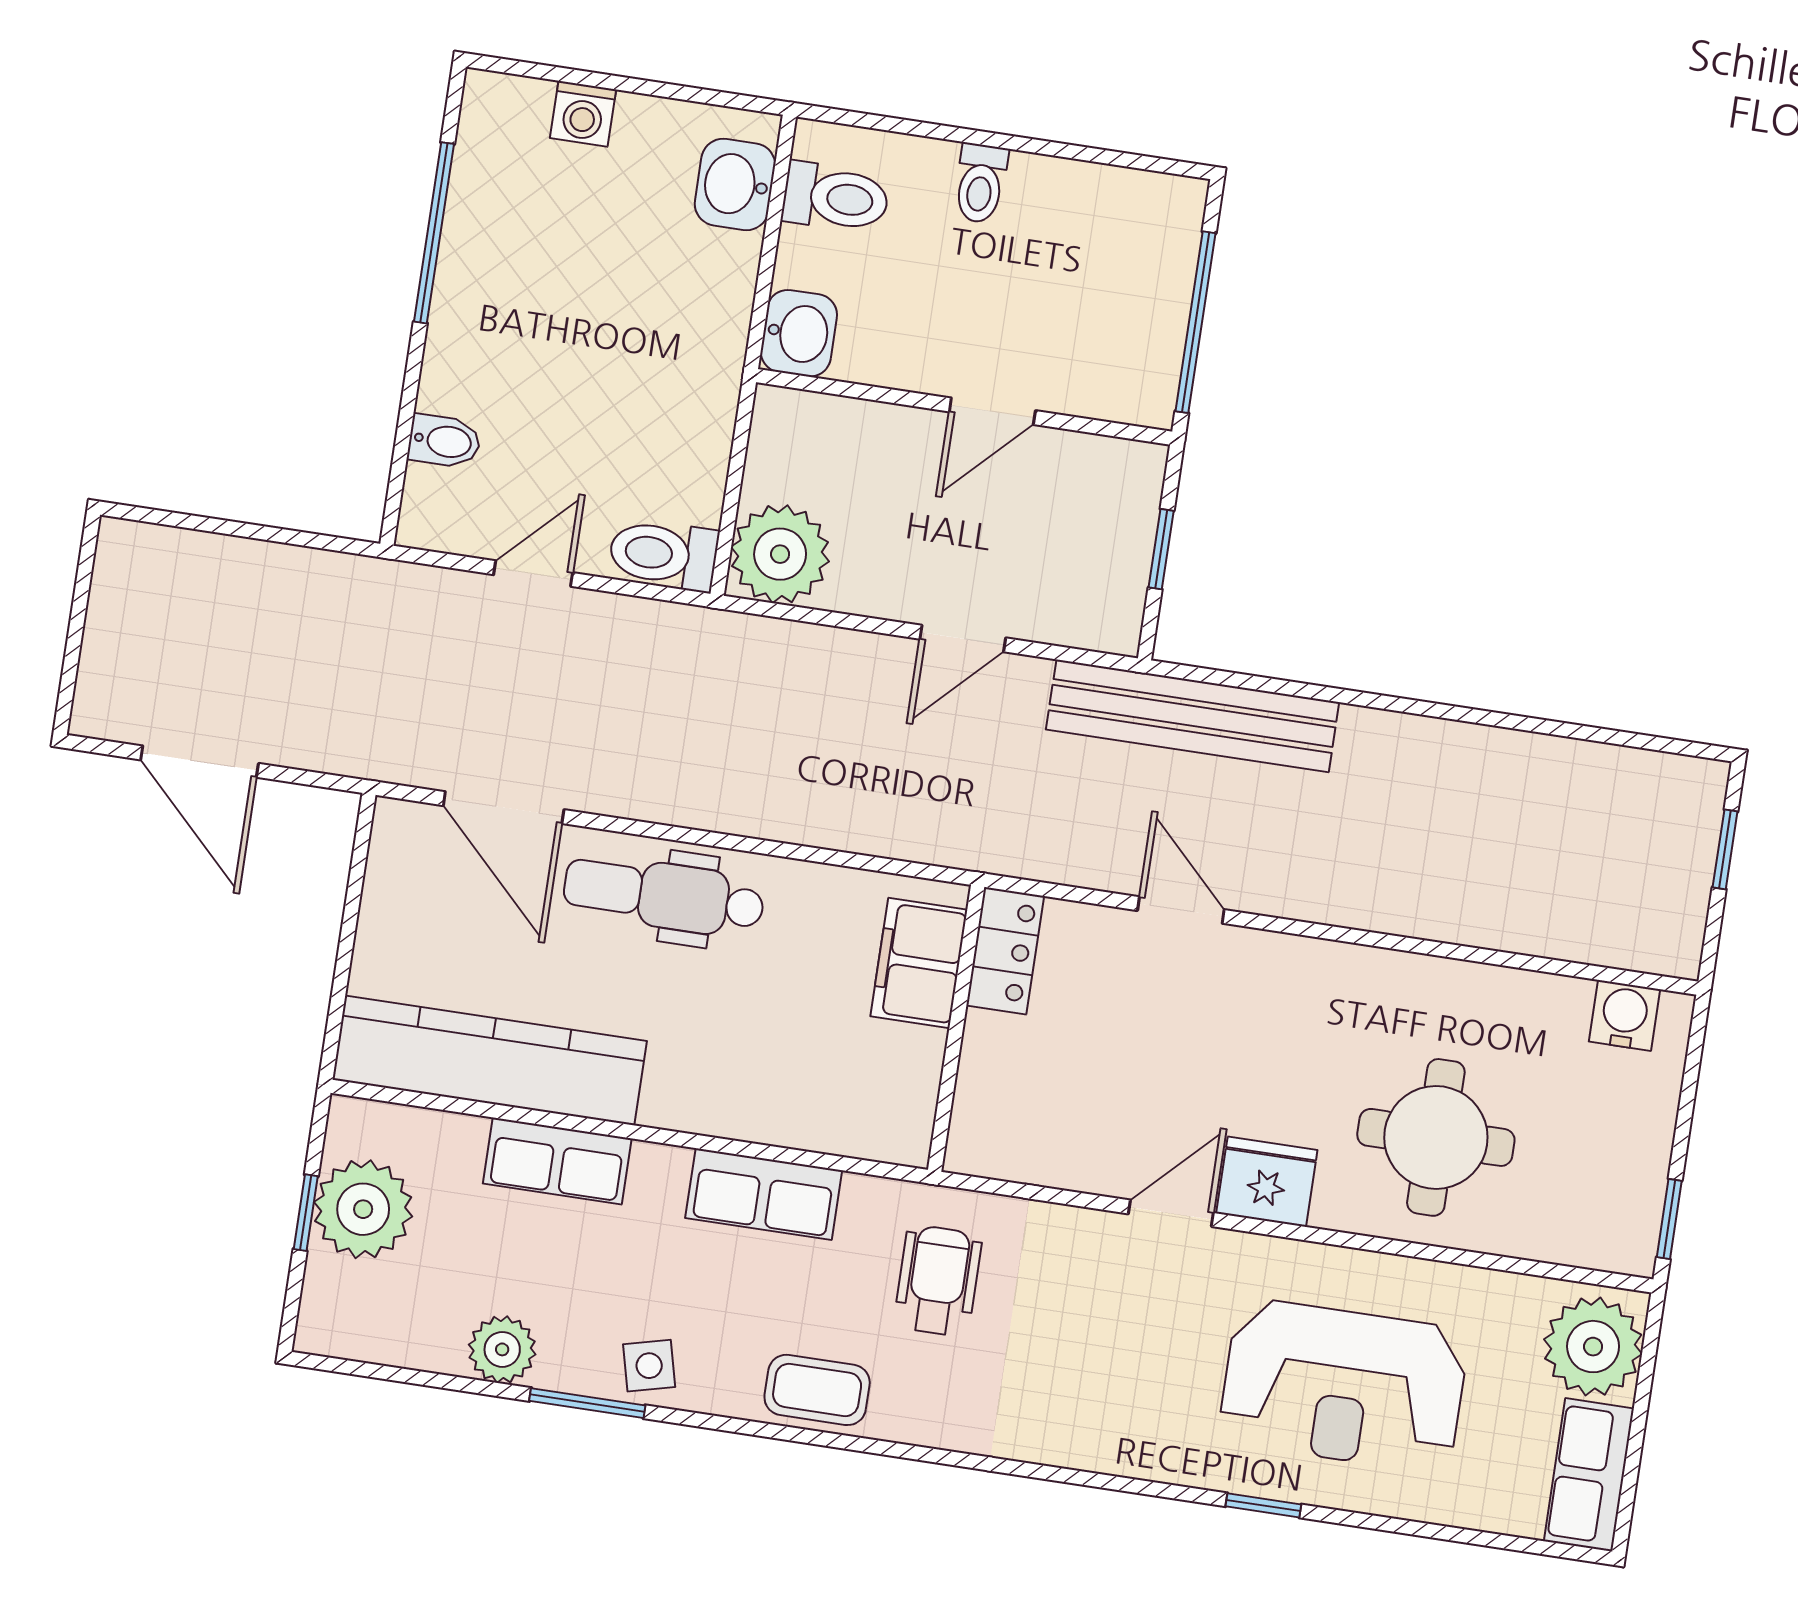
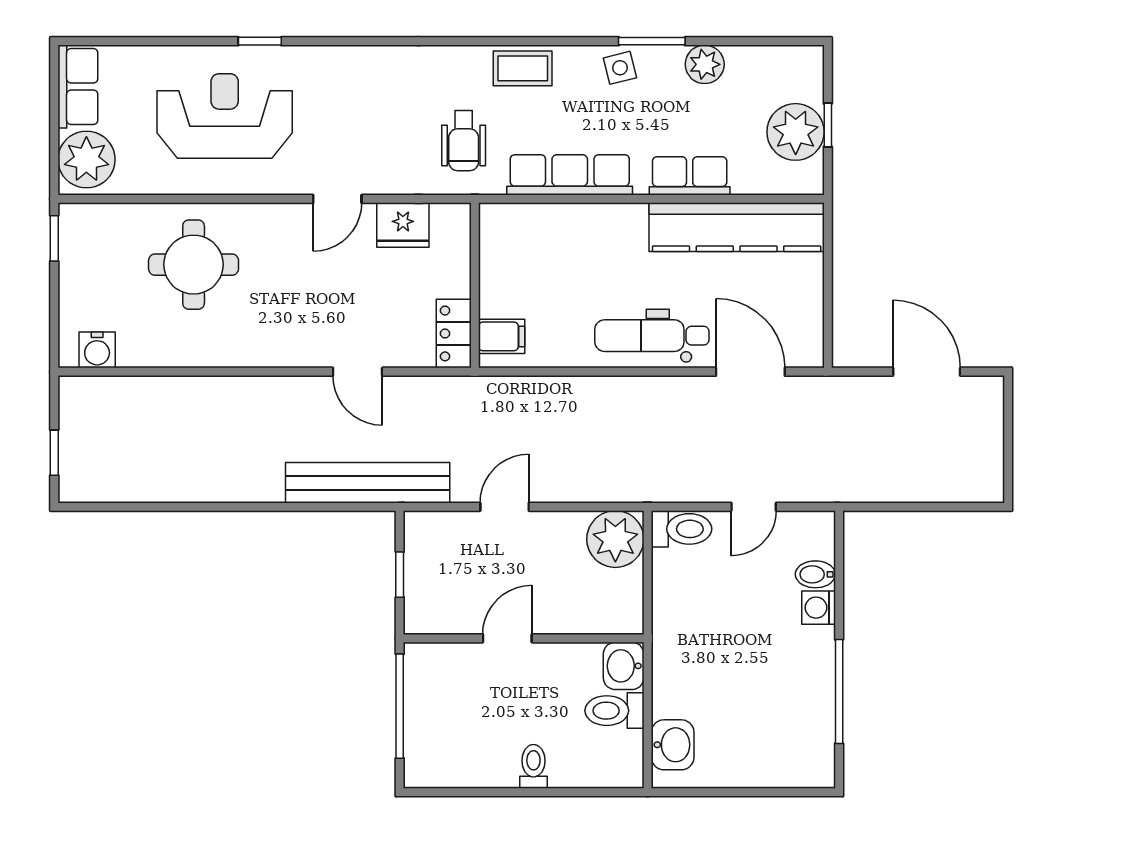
washing machine: (583, 114) -> (819, 608), moved, turned -90
toilet: (836, 198) -> (614, 711), moved
dental chair: (664, 895) -> (652, 336), turned 180
filing cabinet: (919, 963) -> (502, 336), width x0.50
fridge: (1267, 1182) -> (403, 225), moved
row of seats: (764, 1194) -> (570, 175), width x1.48

